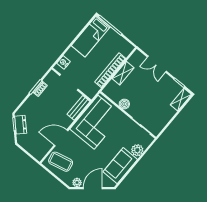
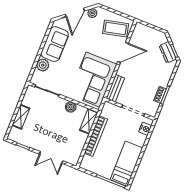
double door: (157, 64) -> (51, 158), swing flipped
shelving: (123, 73) -> (89, 121), moved
shelving: (181, 100) -> (21, 117), moved

